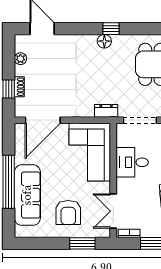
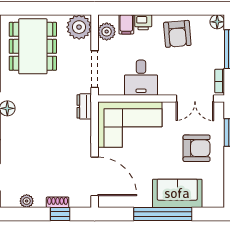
sofa: (27, 195) -> (177, 193), width x0.73

